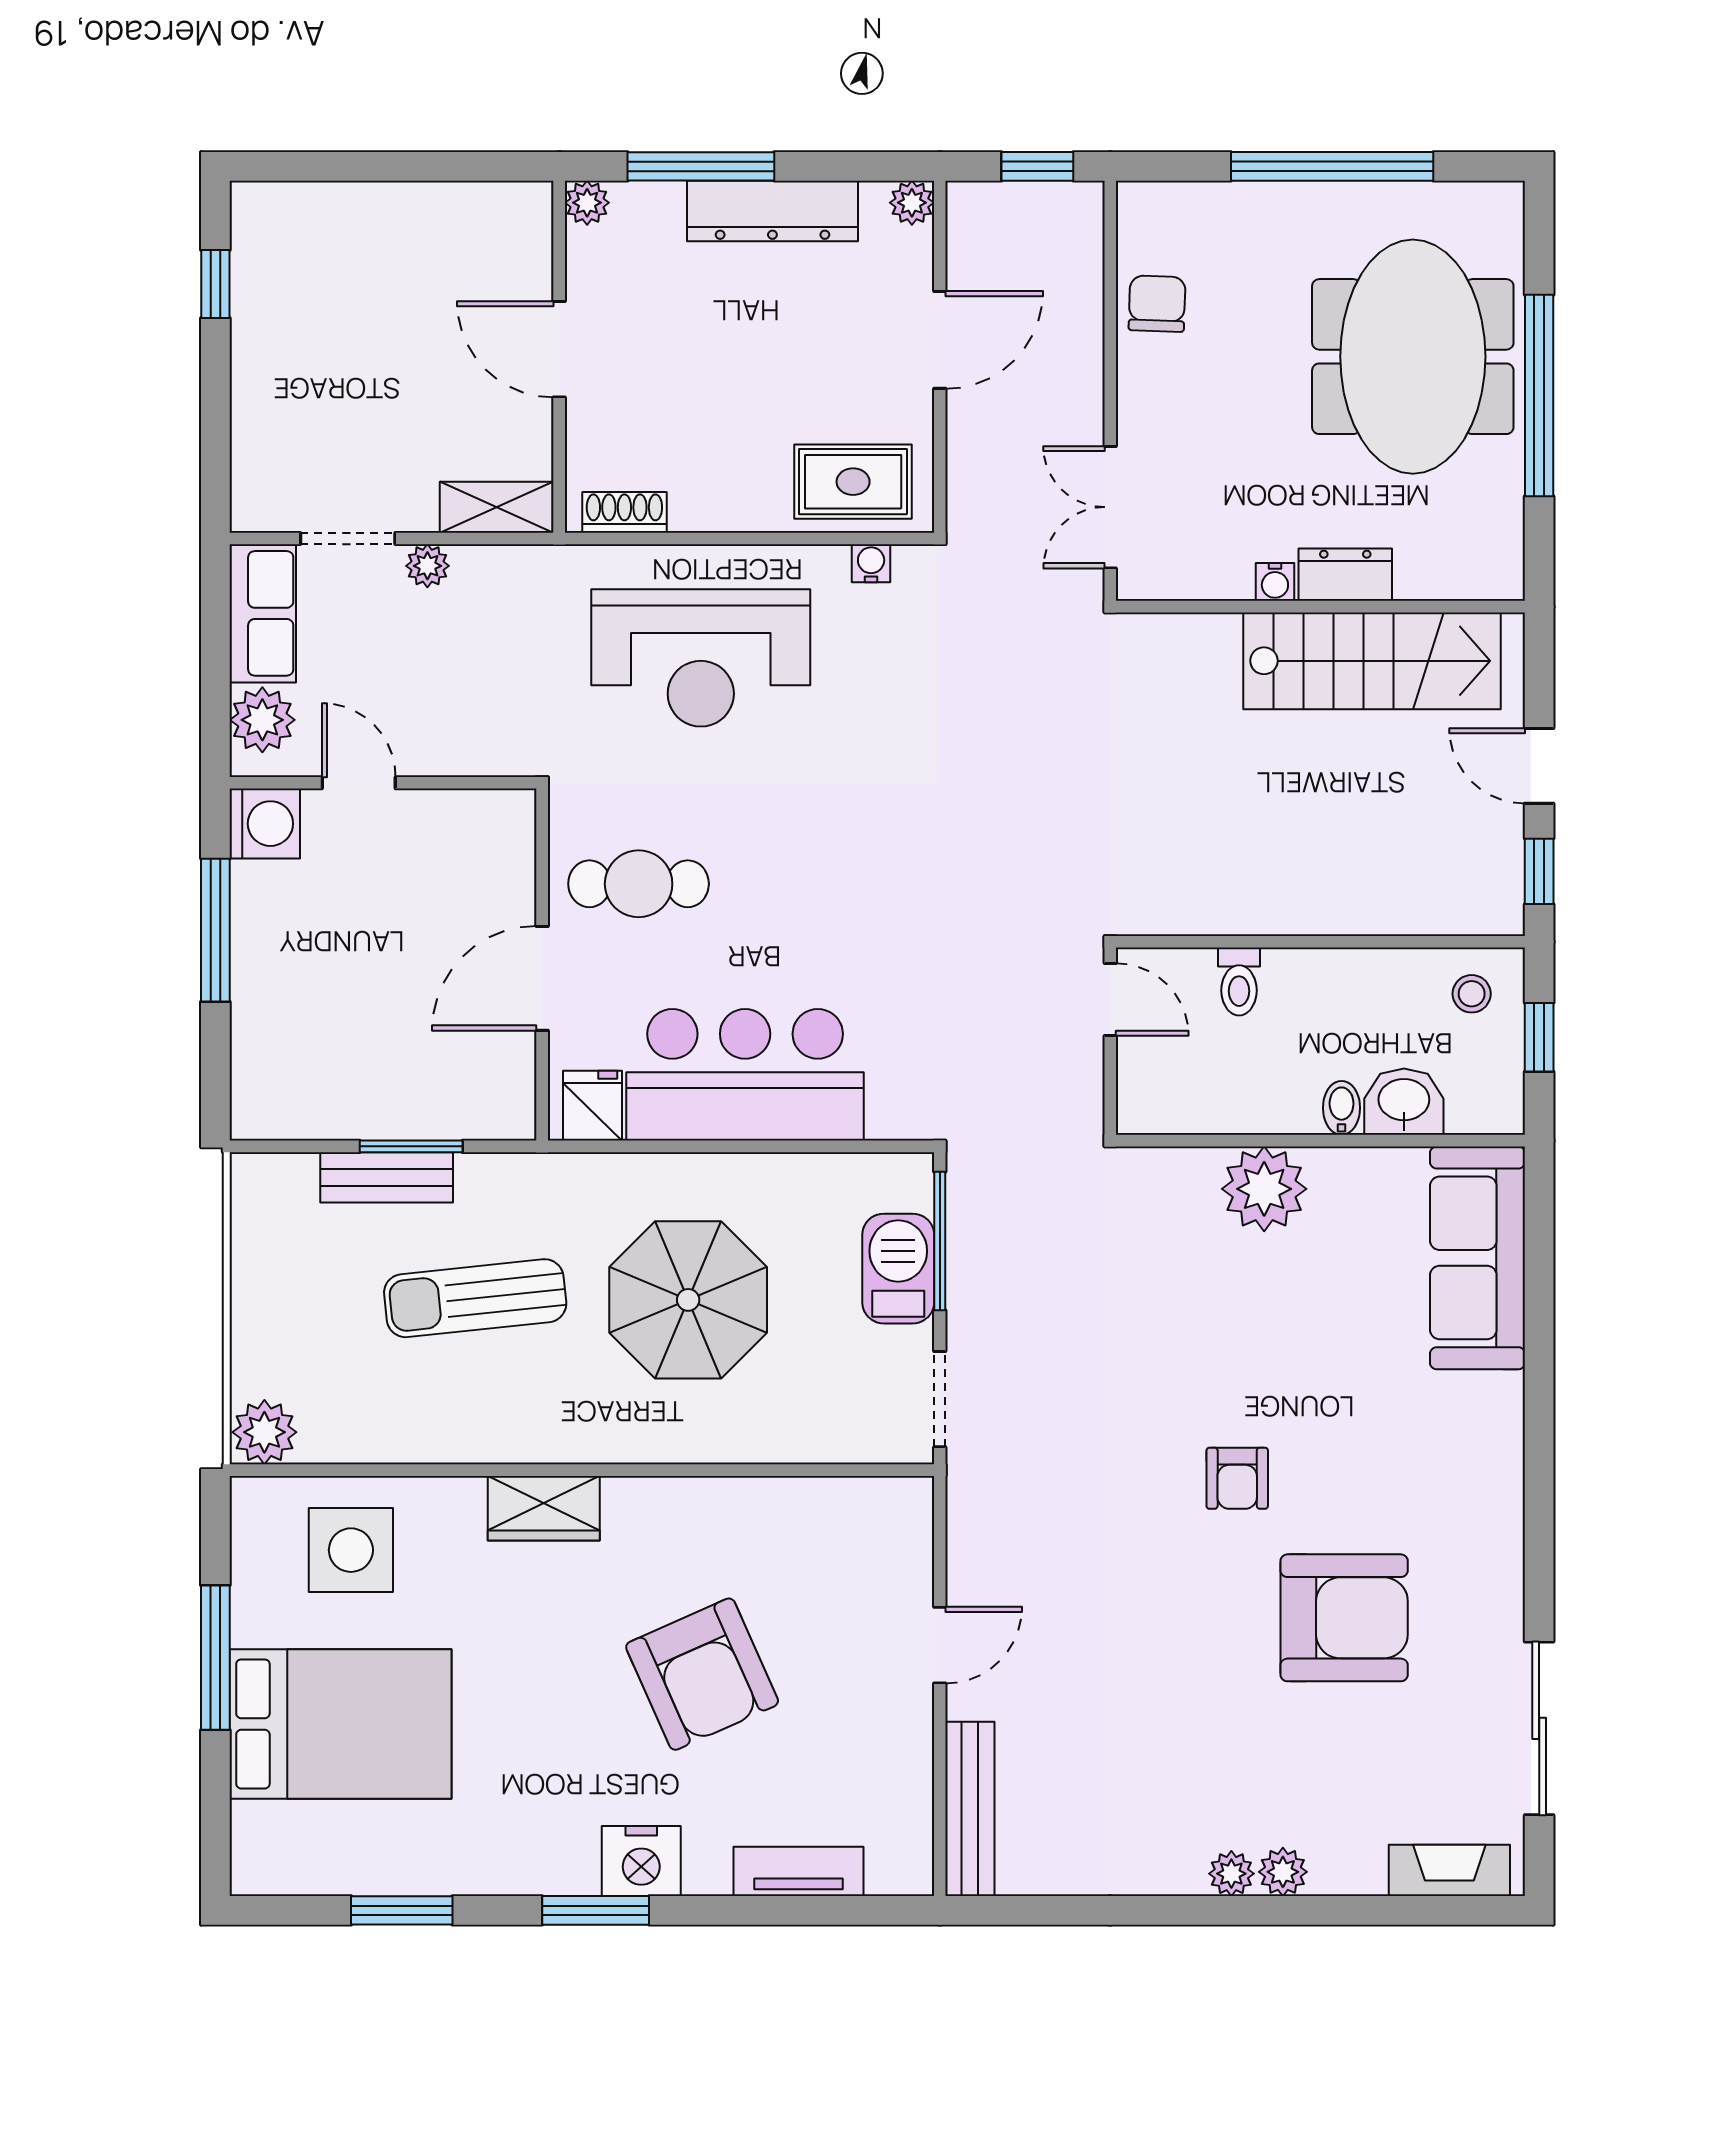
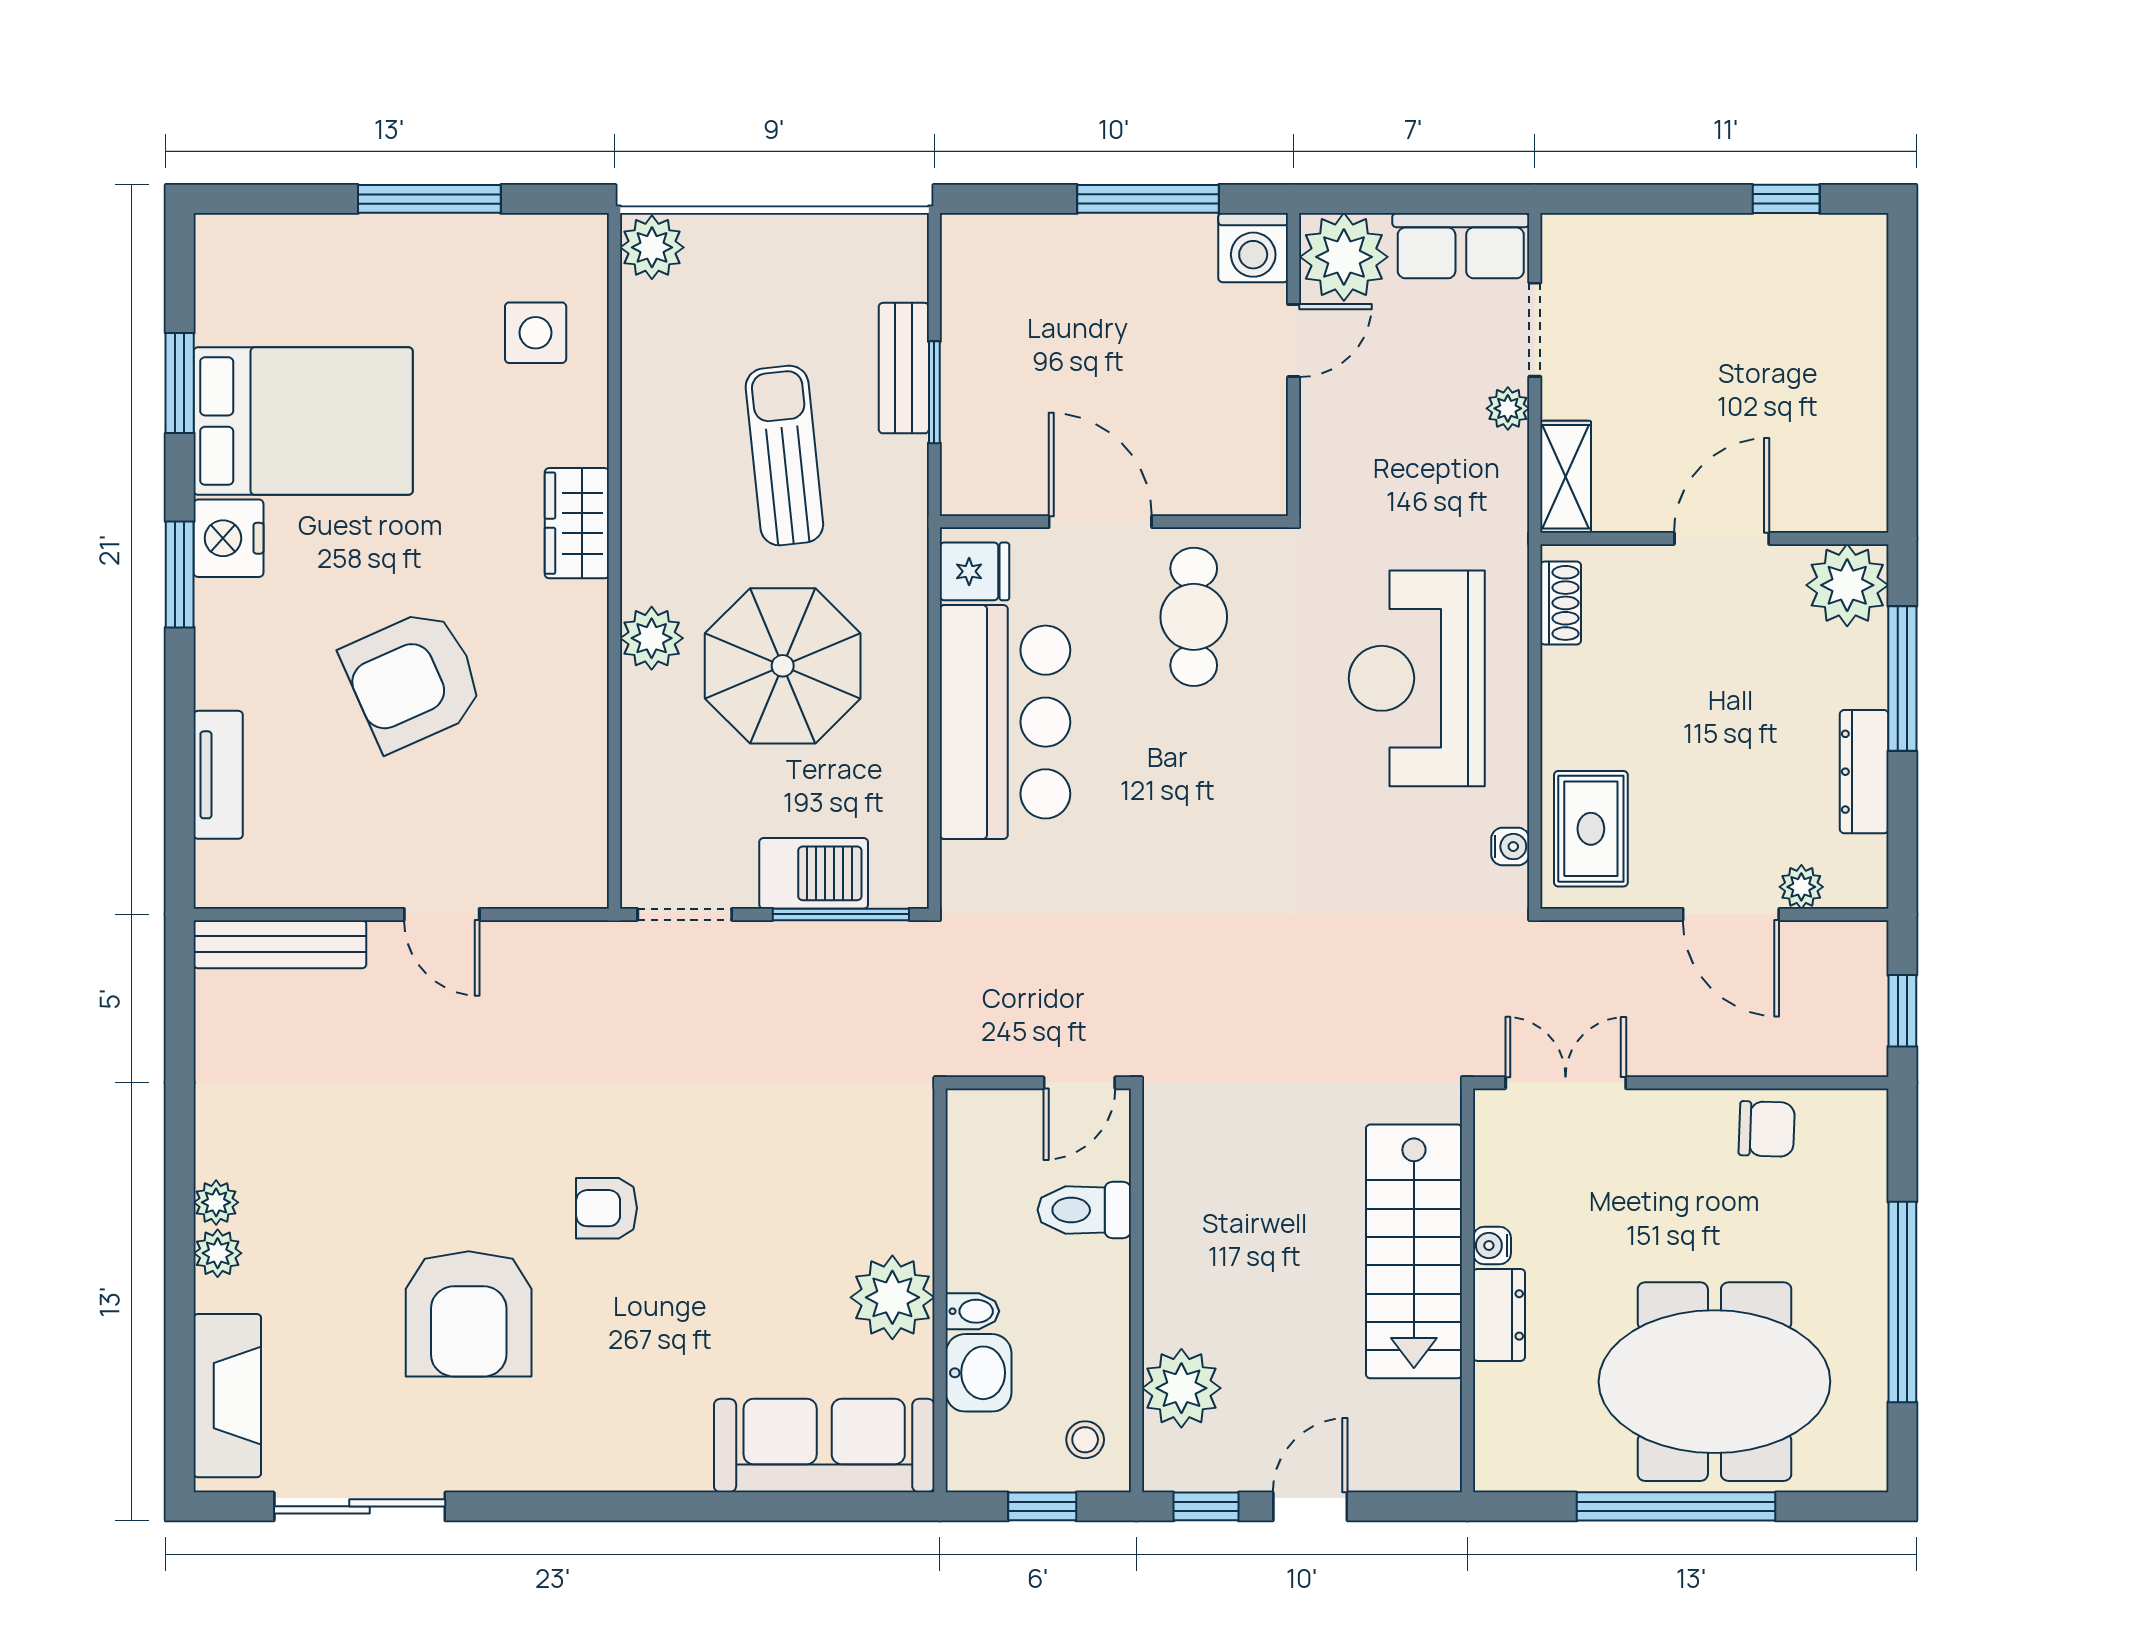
plant: (587, 203) -> (1847, 585), width x1.88, depth x1.88
plant: (912, 203) -> (1801, 887), moved
dresser: (772, 211) -> (1864, 772), width x0.73, depth x0.80
stairs: (1372, 661) -> (1414, 1251), moved
plant: (262, 720) -> (1344, 257), width x1.36, depth x1.36
plant: (1419, 896) -> (1181, 1388), added
toilet: (1239, 982) -> (1084, 1210), width x1.37, depth x1.39
plant: (1264, 1189) -> (892, 1297), moved
plant: (660, 1433) -> (652, 638), added
side table: (351, 1550) -> (536, 333), width x0.73, depth x0.73
bed: (340, 1724) -> (303, 421), moved, turned -90
nightstand: (641, 1861) -> (228, 538), moved
fireplace: (1449, 1870) -> (227, 1396), width x1.37, depth x1.32

